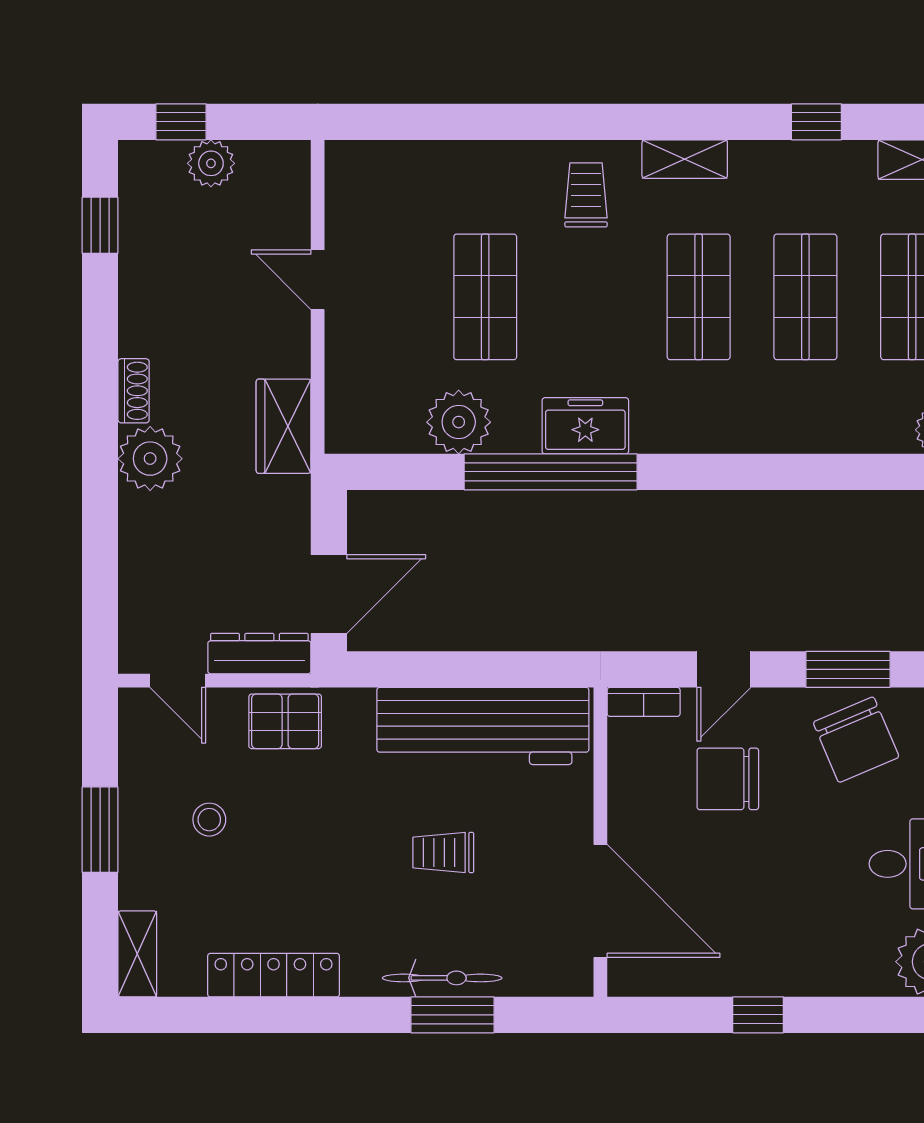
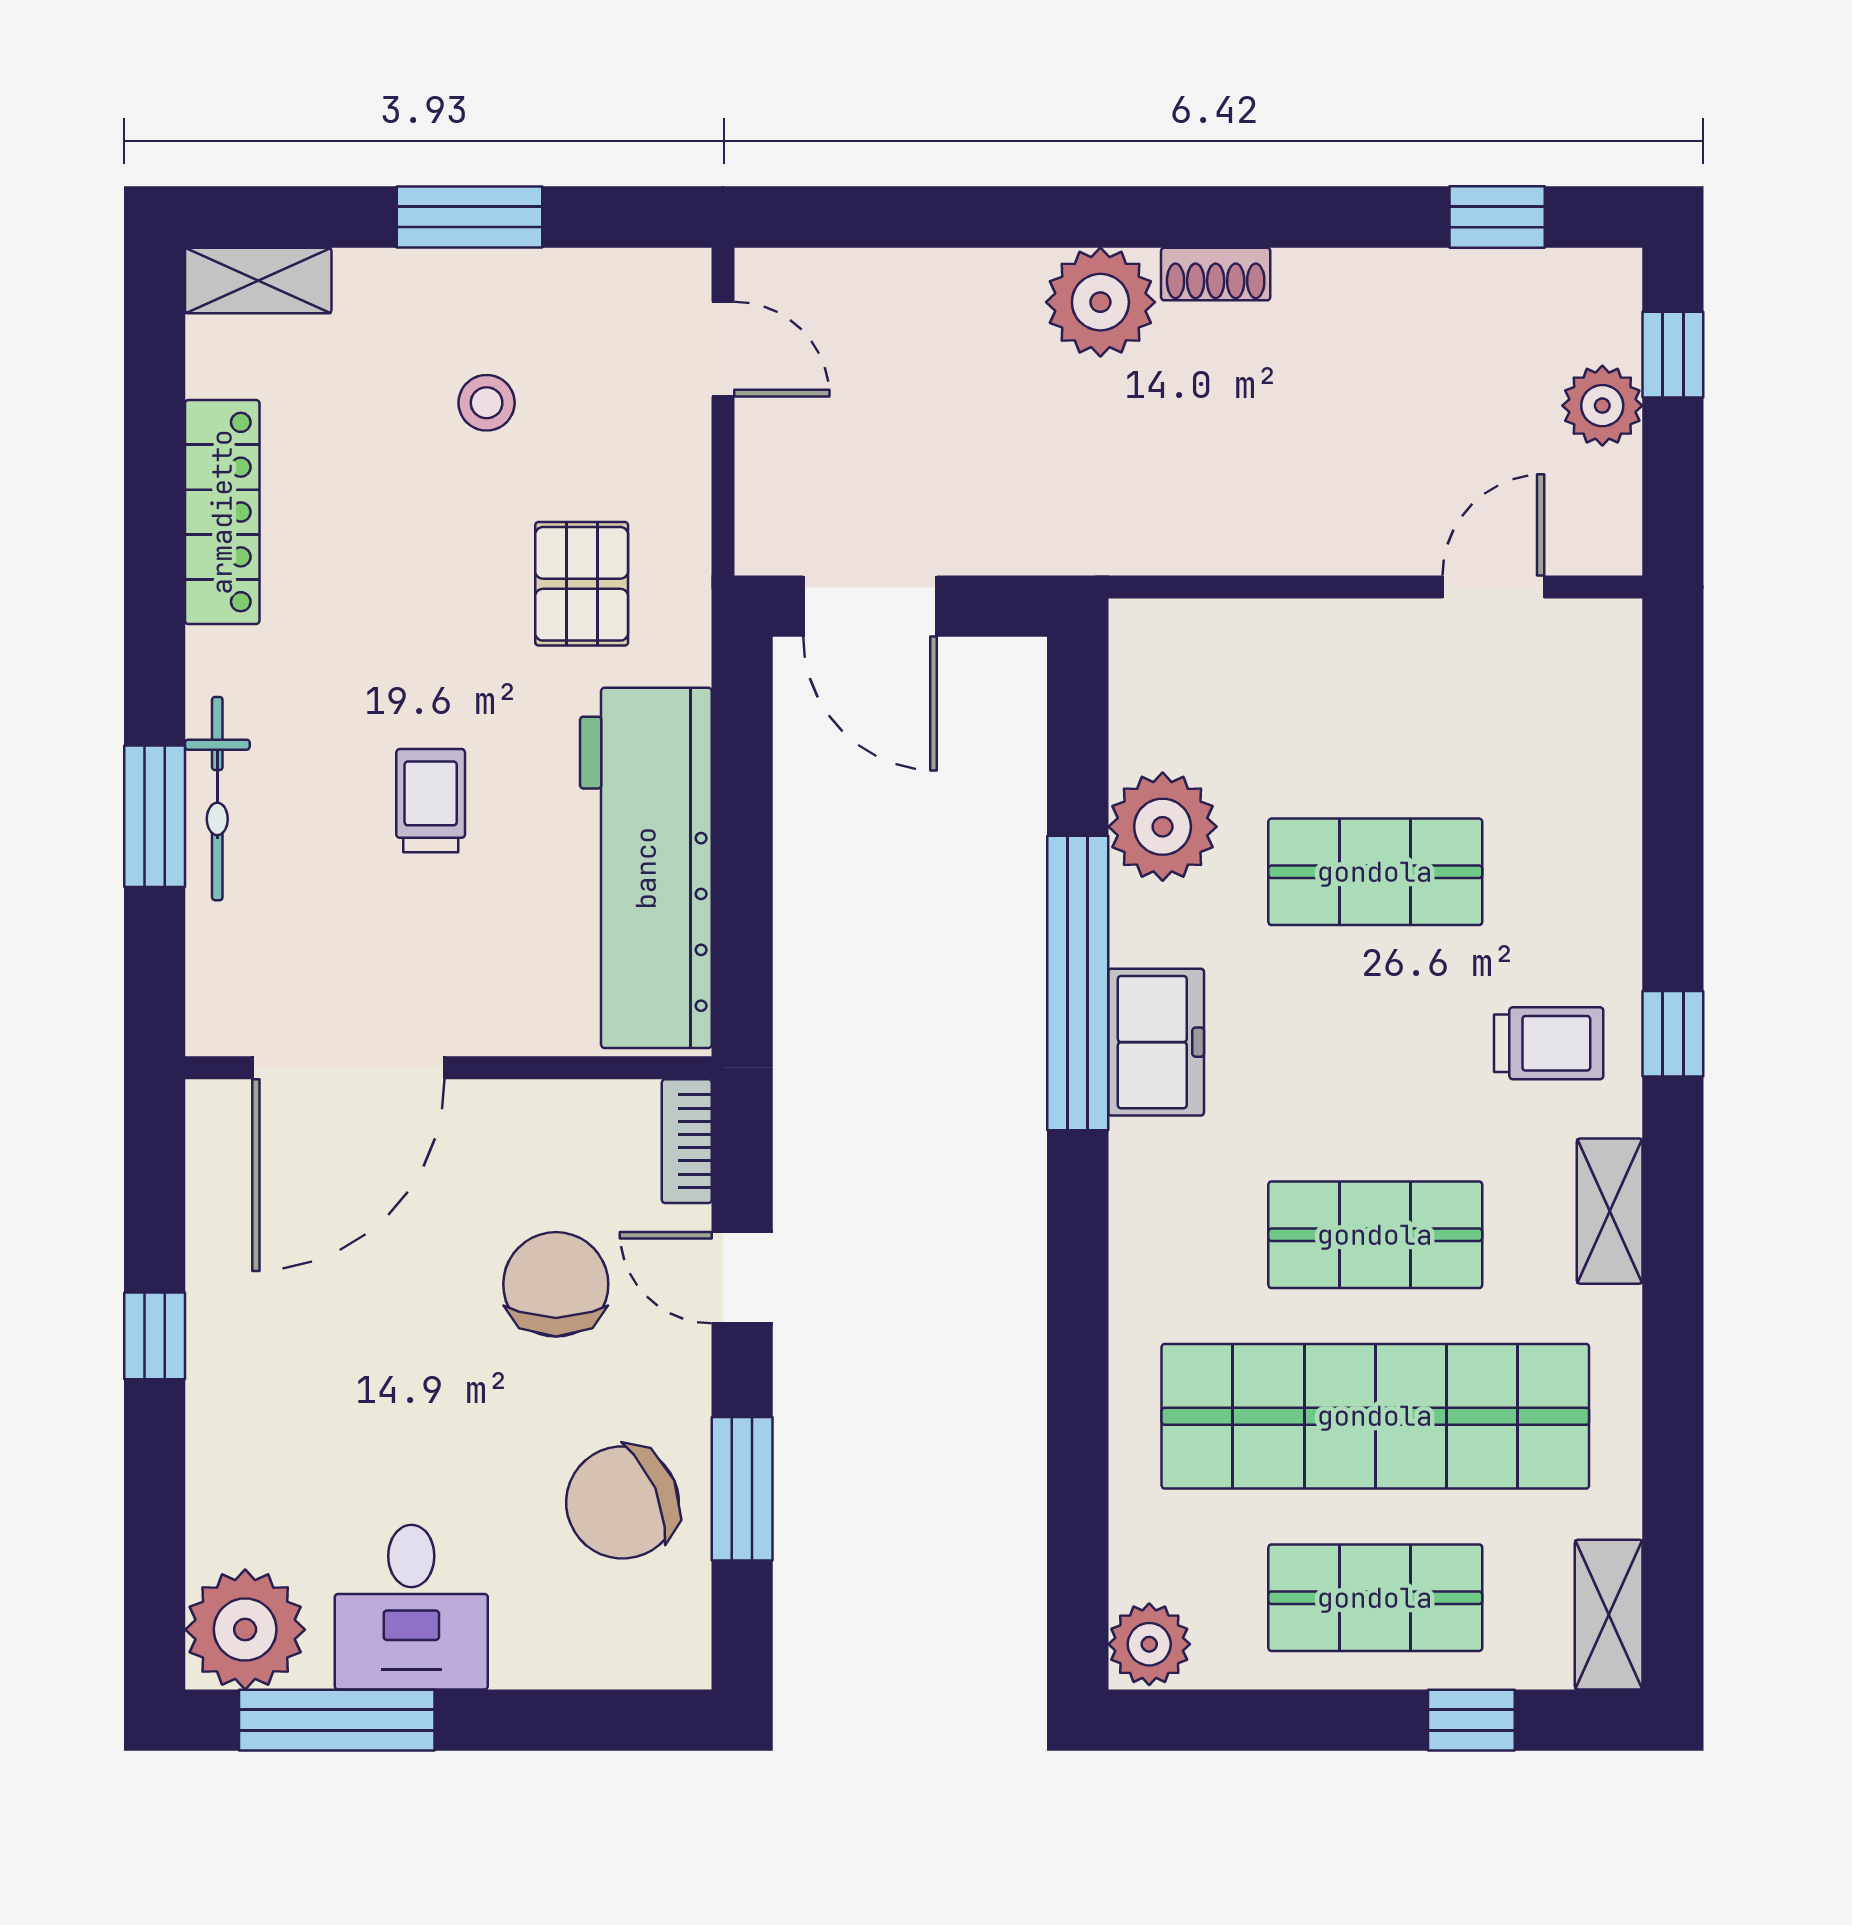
window: (816, 122) -> (1673, 1034), moved
door: (318, 280) -> (1493, 587), moved
shop shelf: (805, 297) -> (1375, 1416), width x2.00, depth x1.36
wardrobe: (284, 426) -> (1155, 529), removed
dresser: (259, 654) -> (769, 488), removed
door: (178, 681) -> (723, 349), swing flipped
pallet: (285, 721) -> (582, 584), moved

